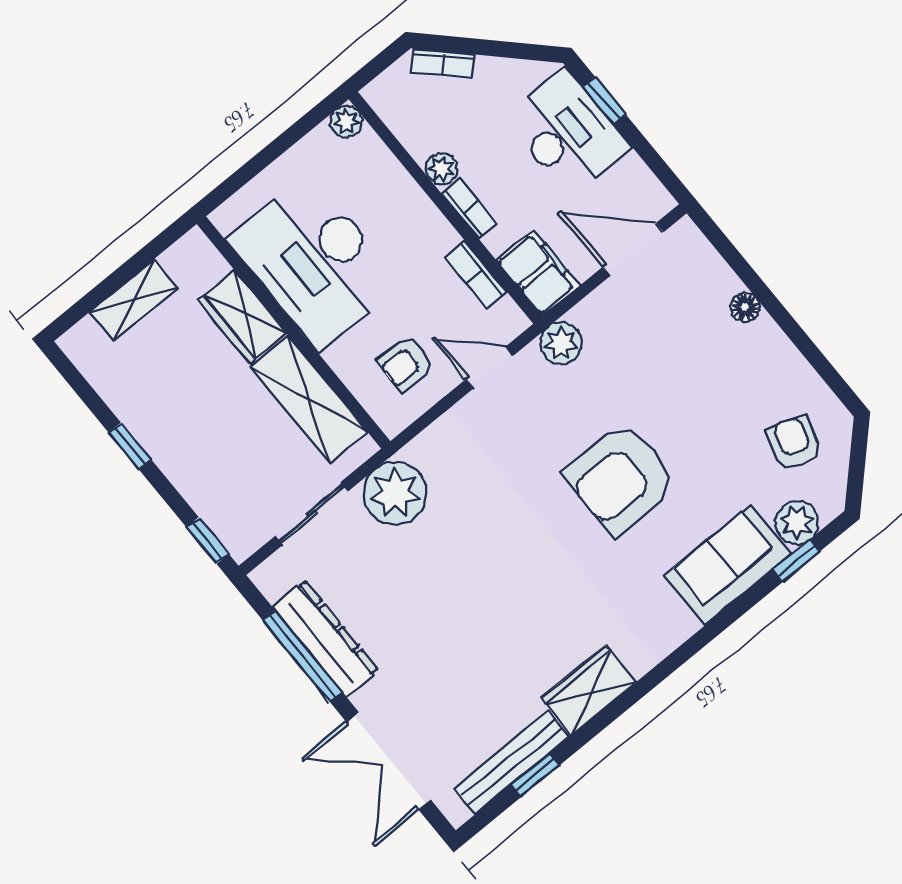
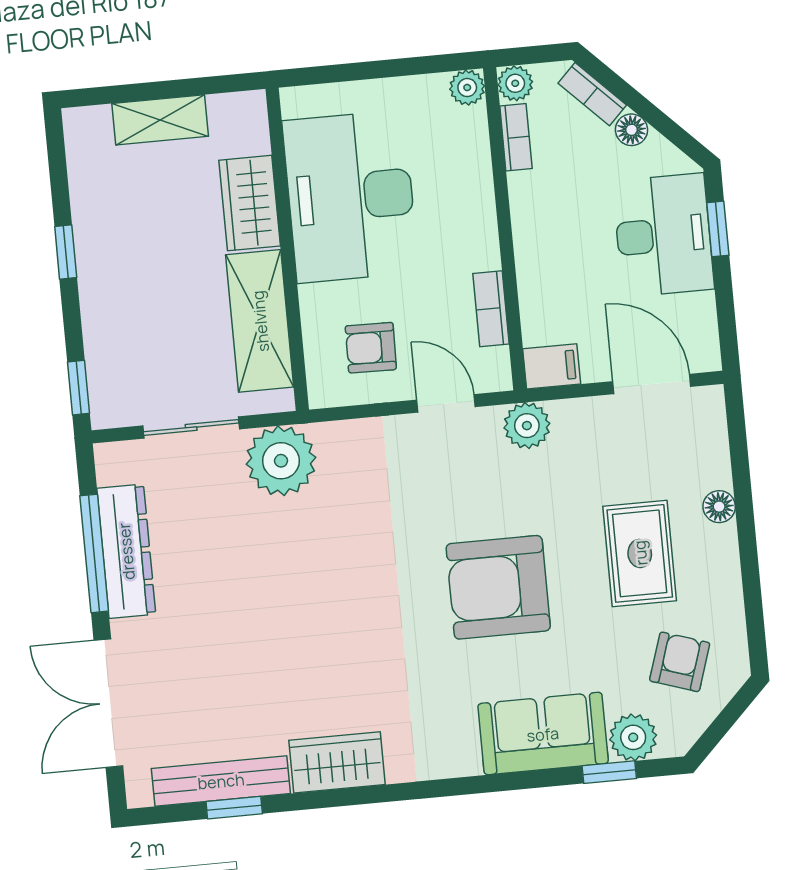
floor lamp: (490, 70) -> (631, 130), added
plant: (442, 169) -> (515, 83), moved
bookcase: (469, 209) -> (516, 137), moved
filing cabinet: (538, 273) -> (552, 366), width x0.50
rug: (709, 382) -> (640, 553), added

